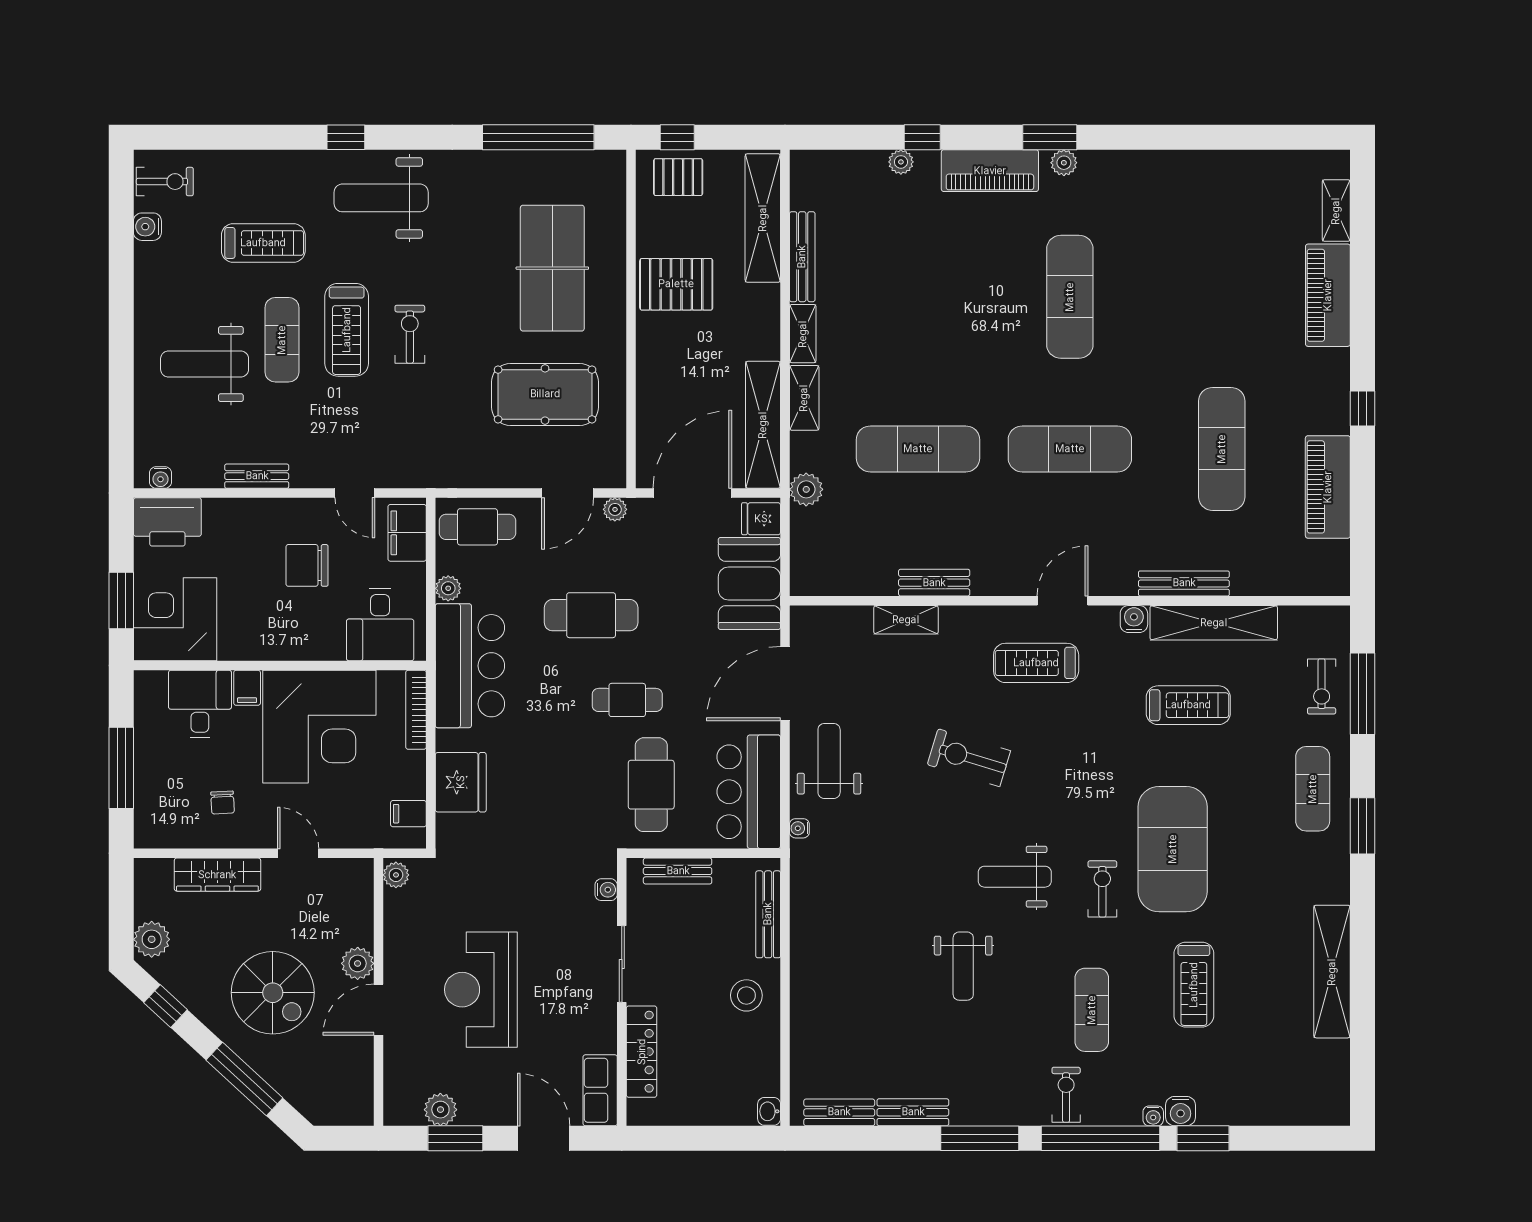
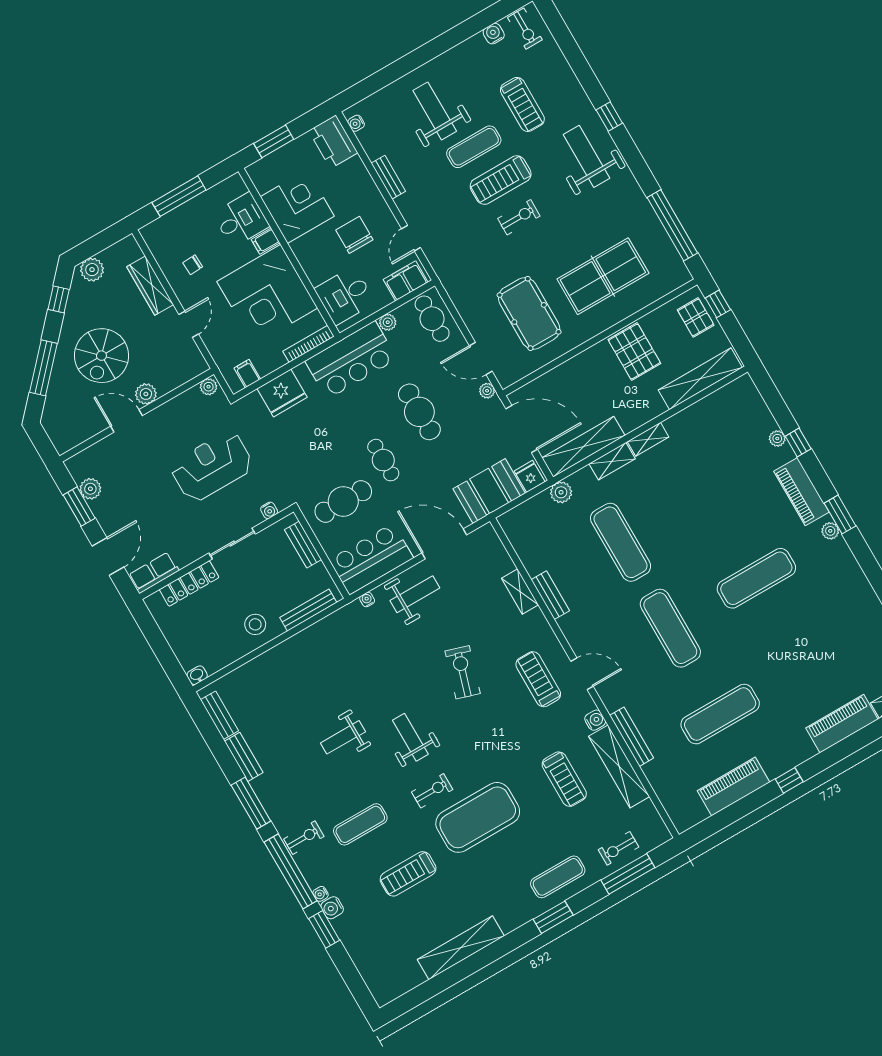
bench: (802, 257) -> (691, 414), removed
corner desk: (175, 619) -> (297, 206), moved
reception desk: (481, 990) -> (212, 466), moved

